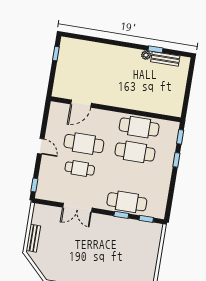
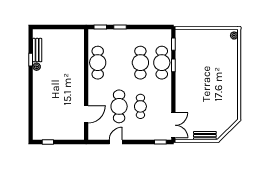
door: (81, 104) -> (86, 114), hinge flipped
door: (41, 146) -> (116, 142), moved
cafe table: (135, 152) -> (140, 63), moved
double door: (77, 208) -> (173, 125), moved

